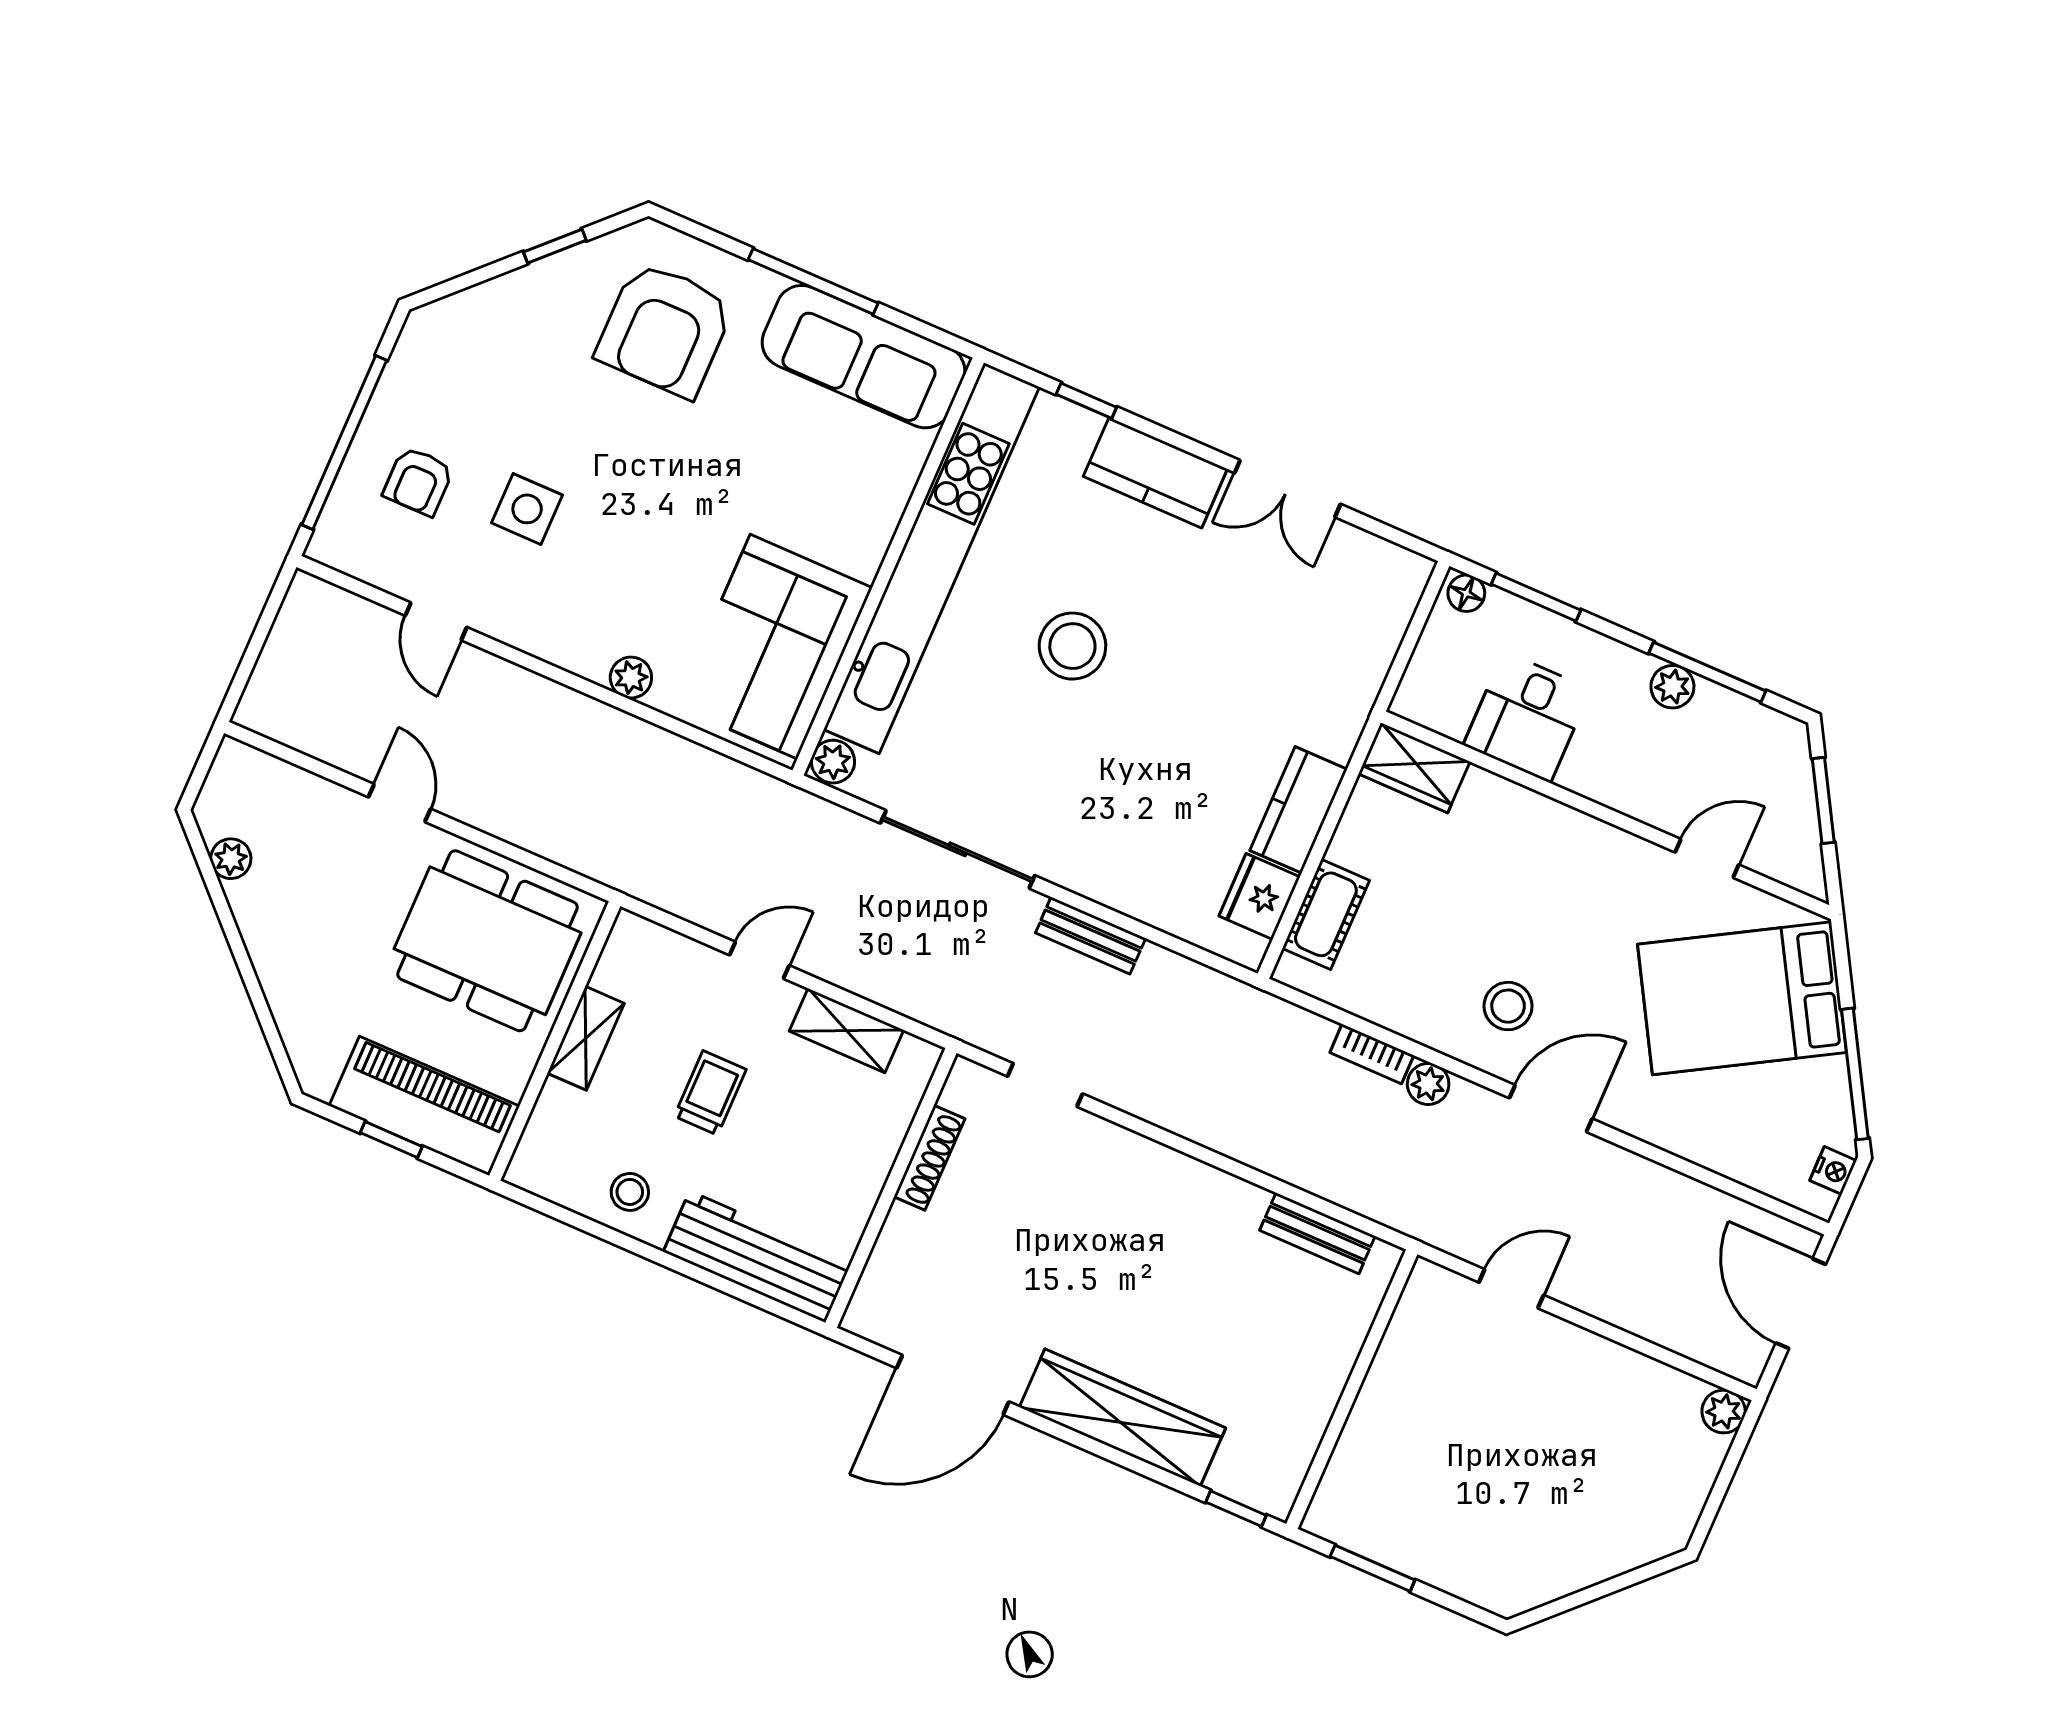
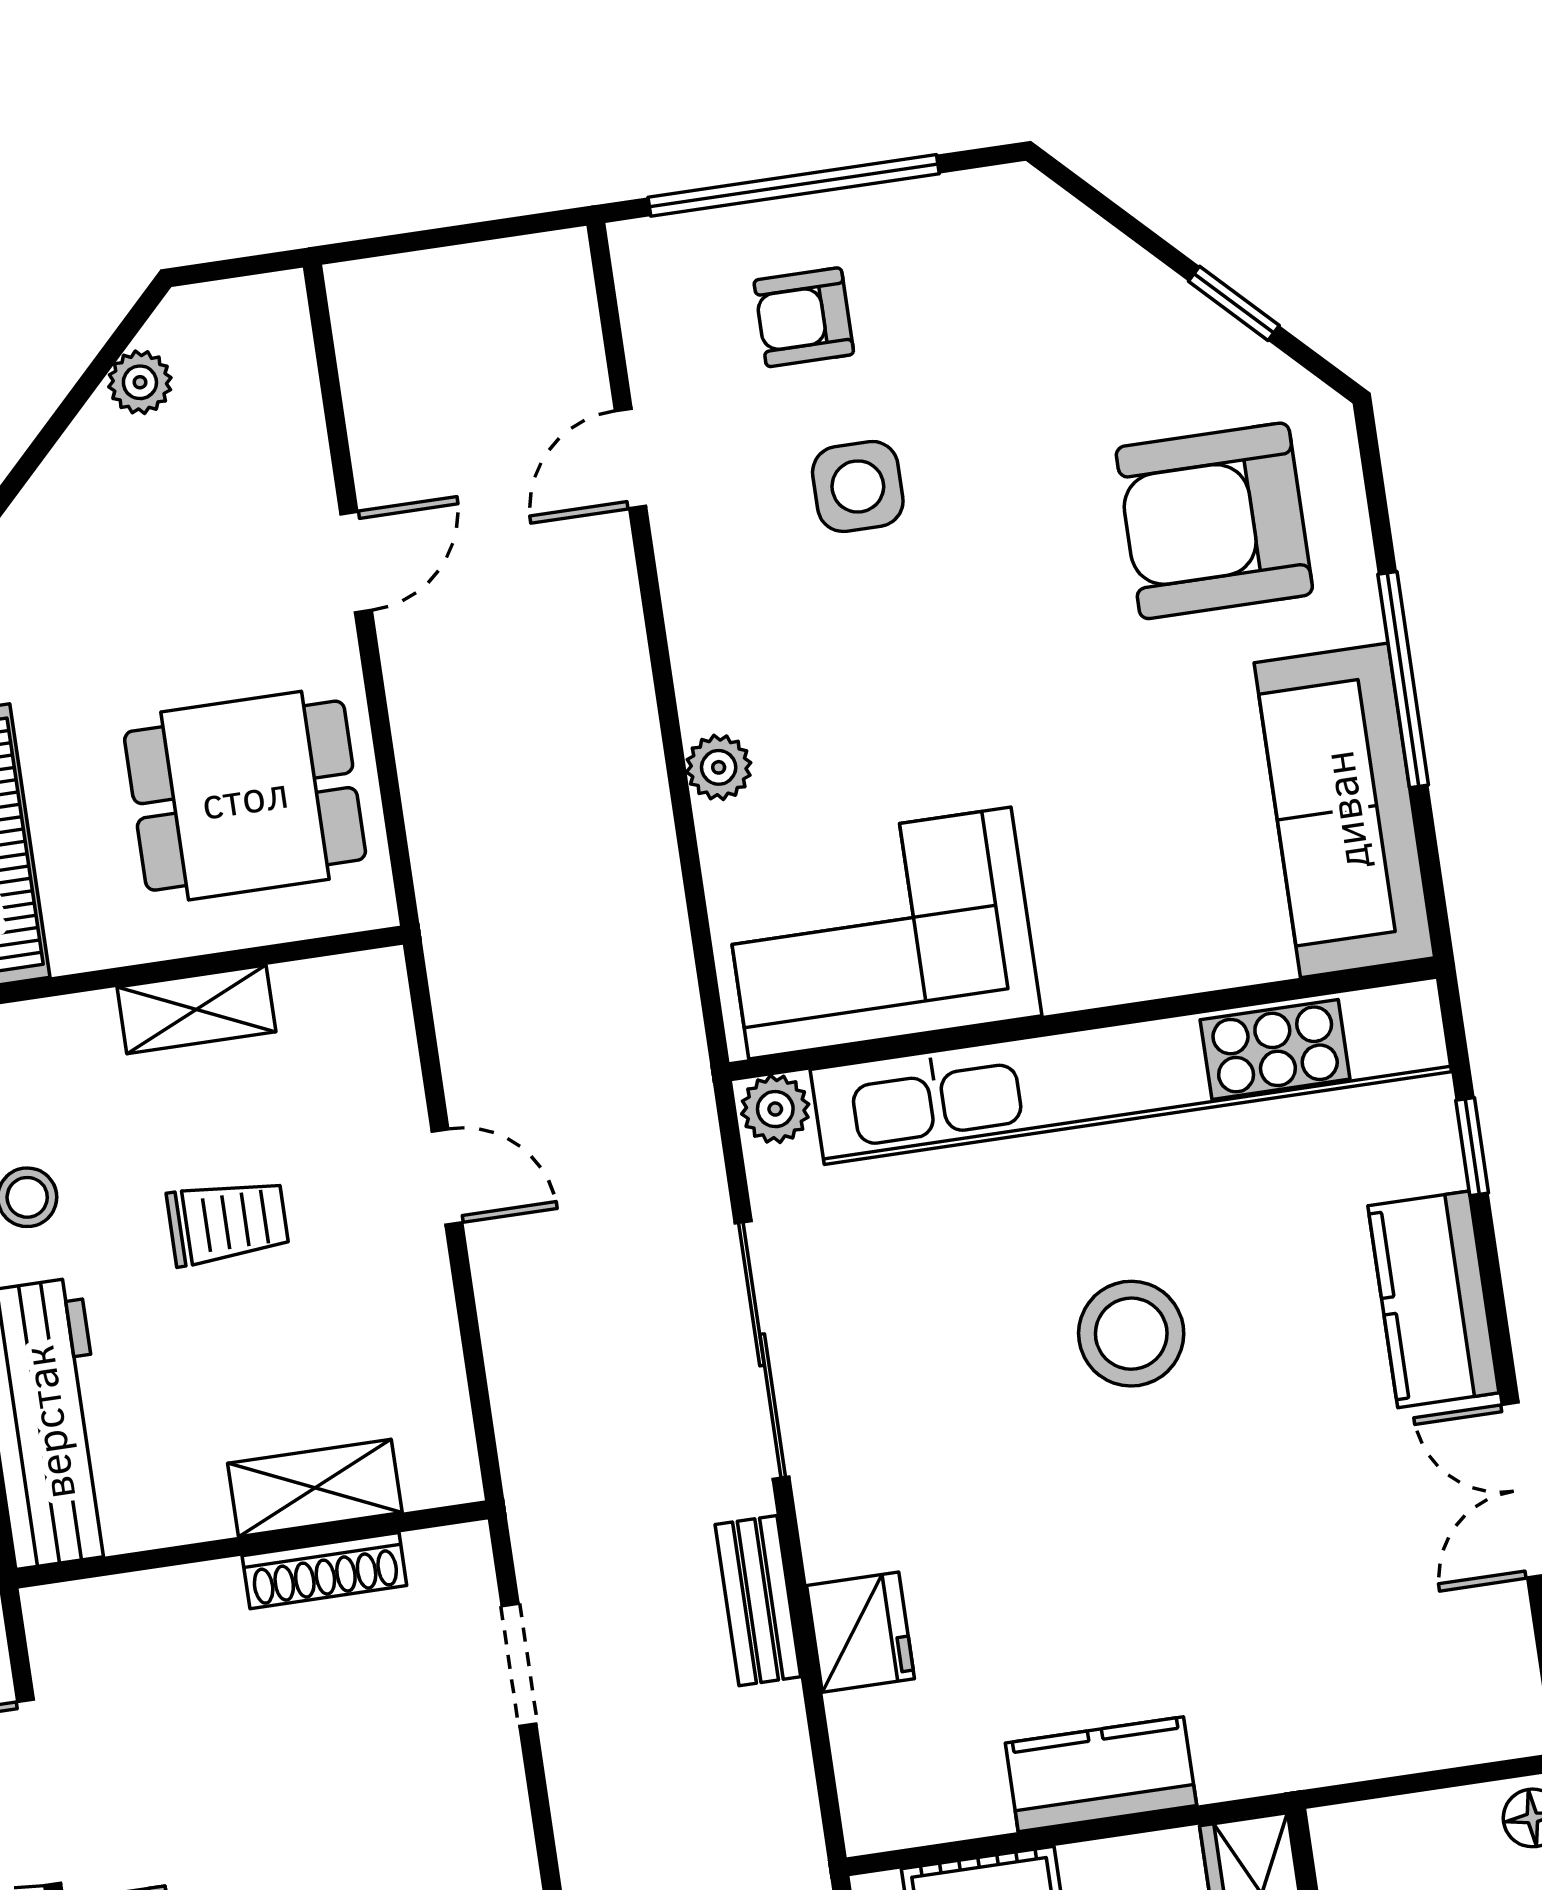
fridge: (1260, 897) -> (860, 1632), moved, turned 90
dining table: (488, 941) -> (245, 796), width x0.73
shelving: (846, 1031) -> (315, 1488), moved, turned 90

